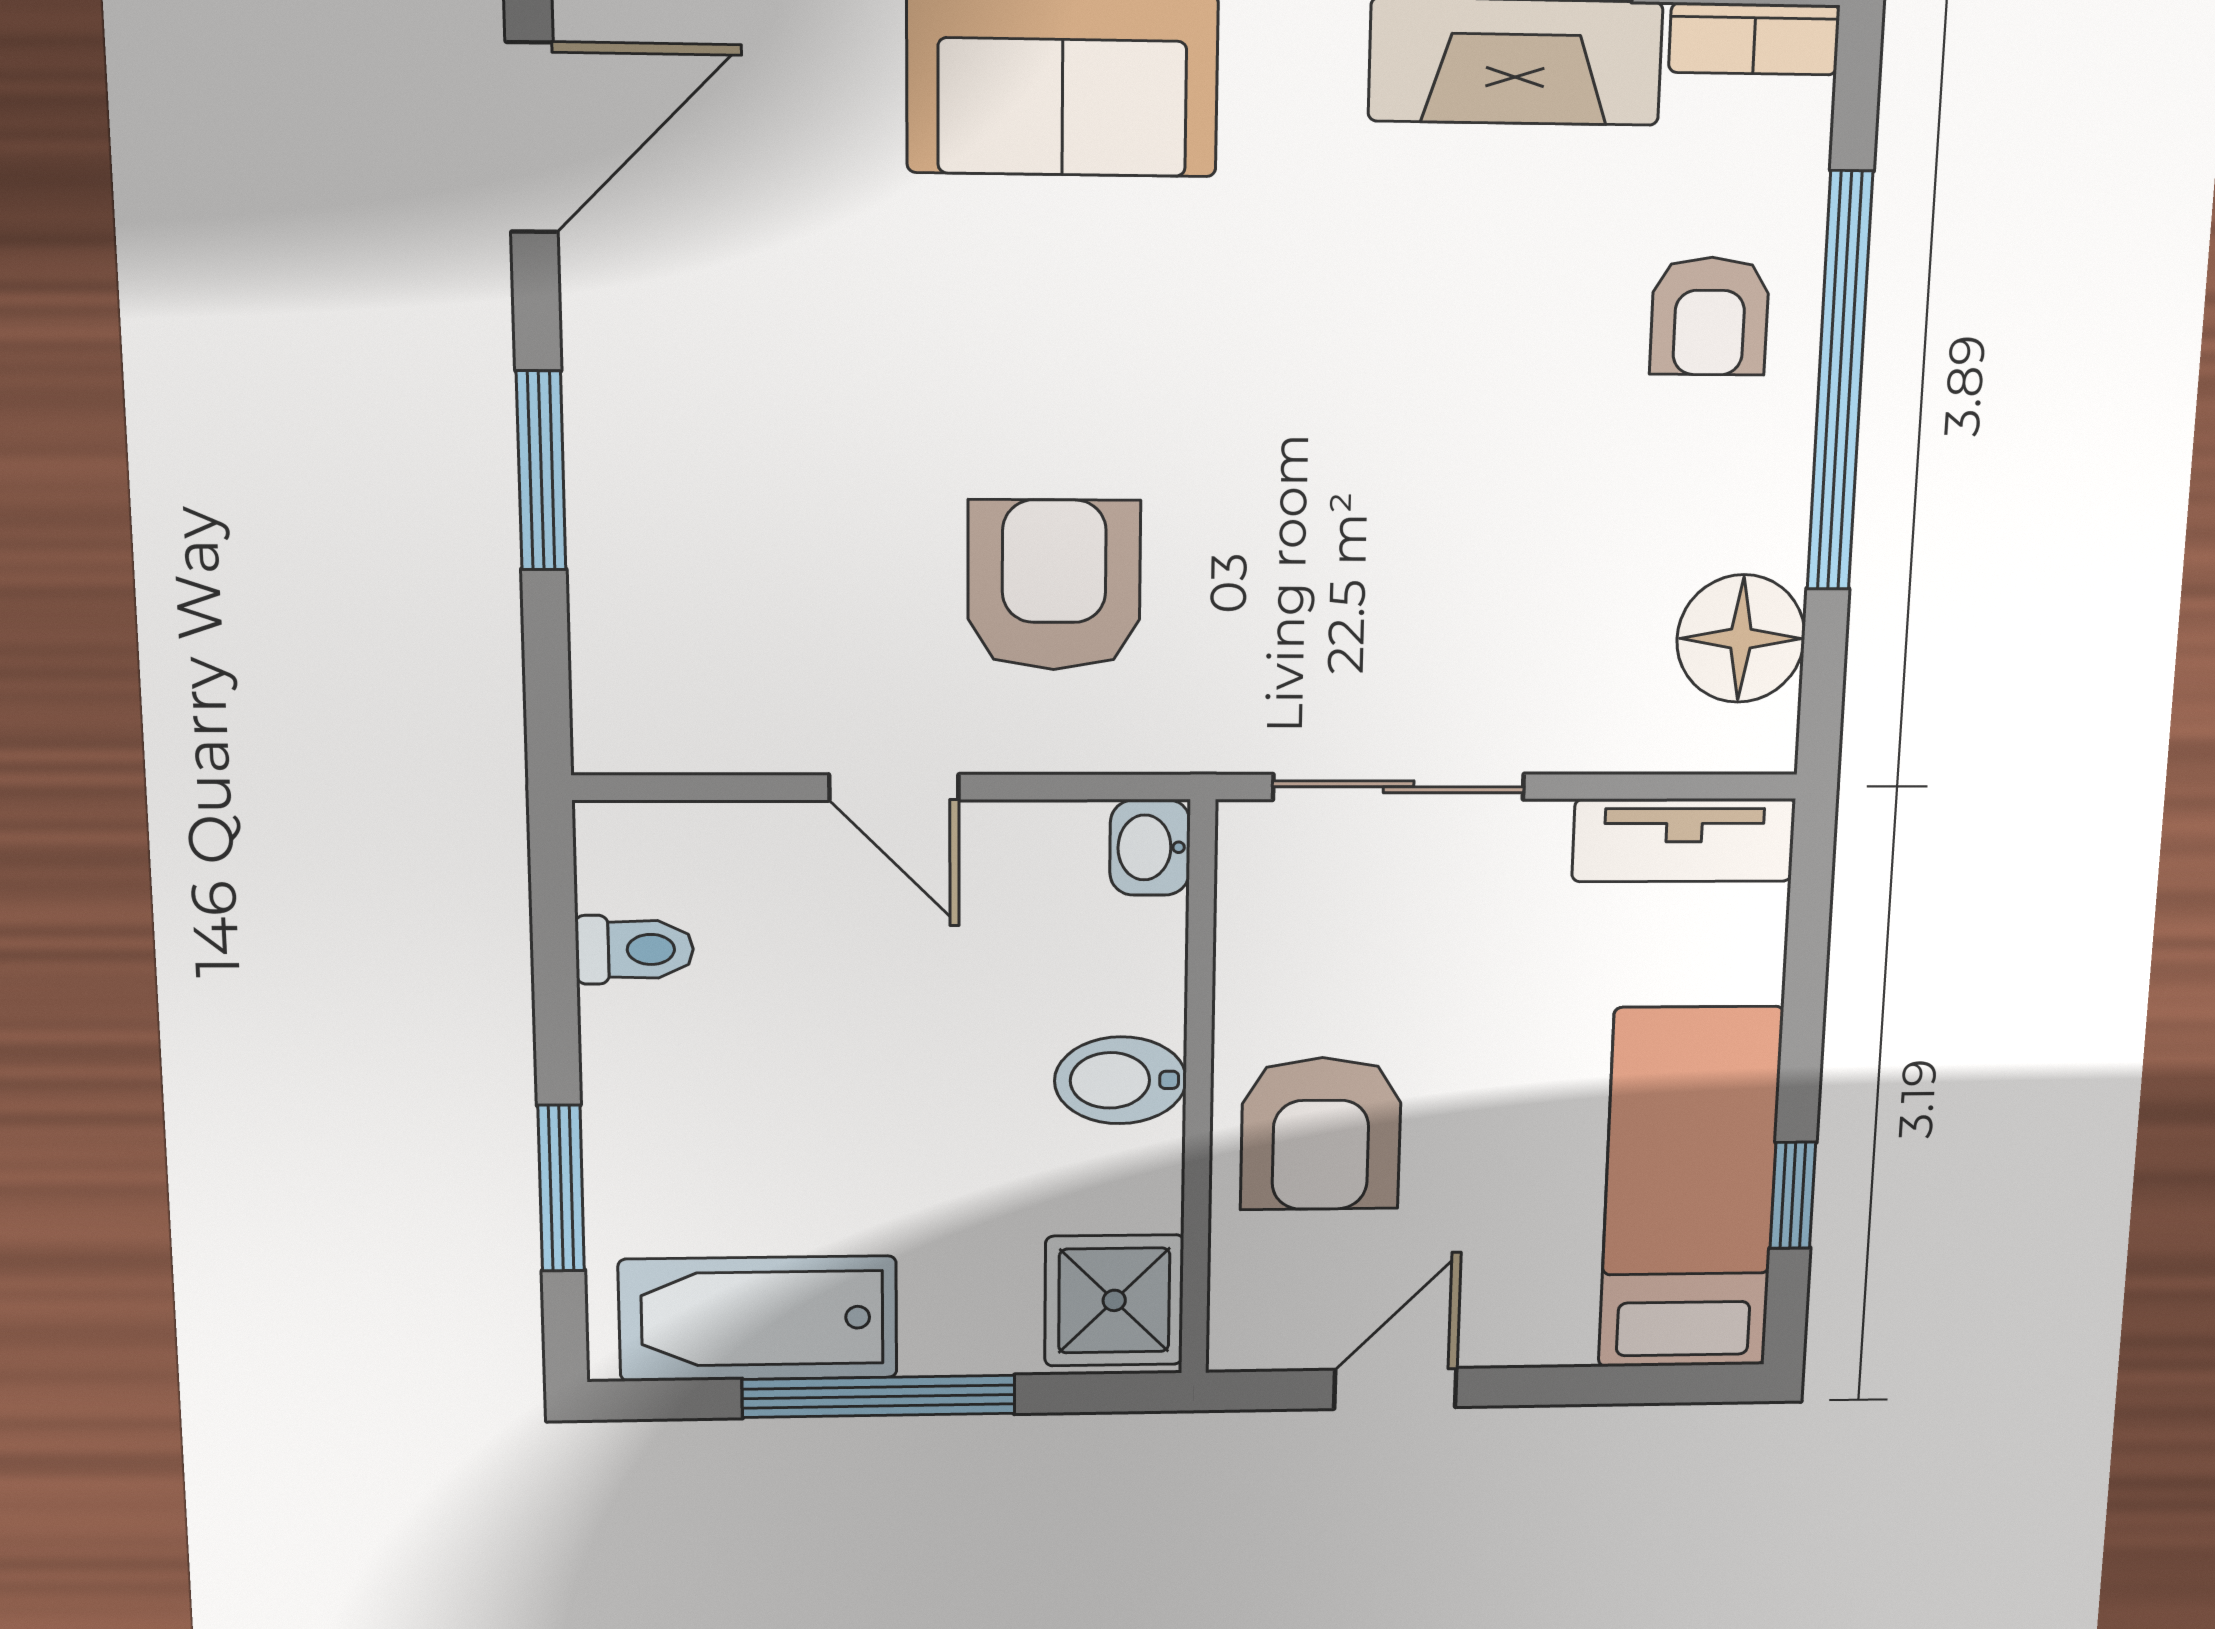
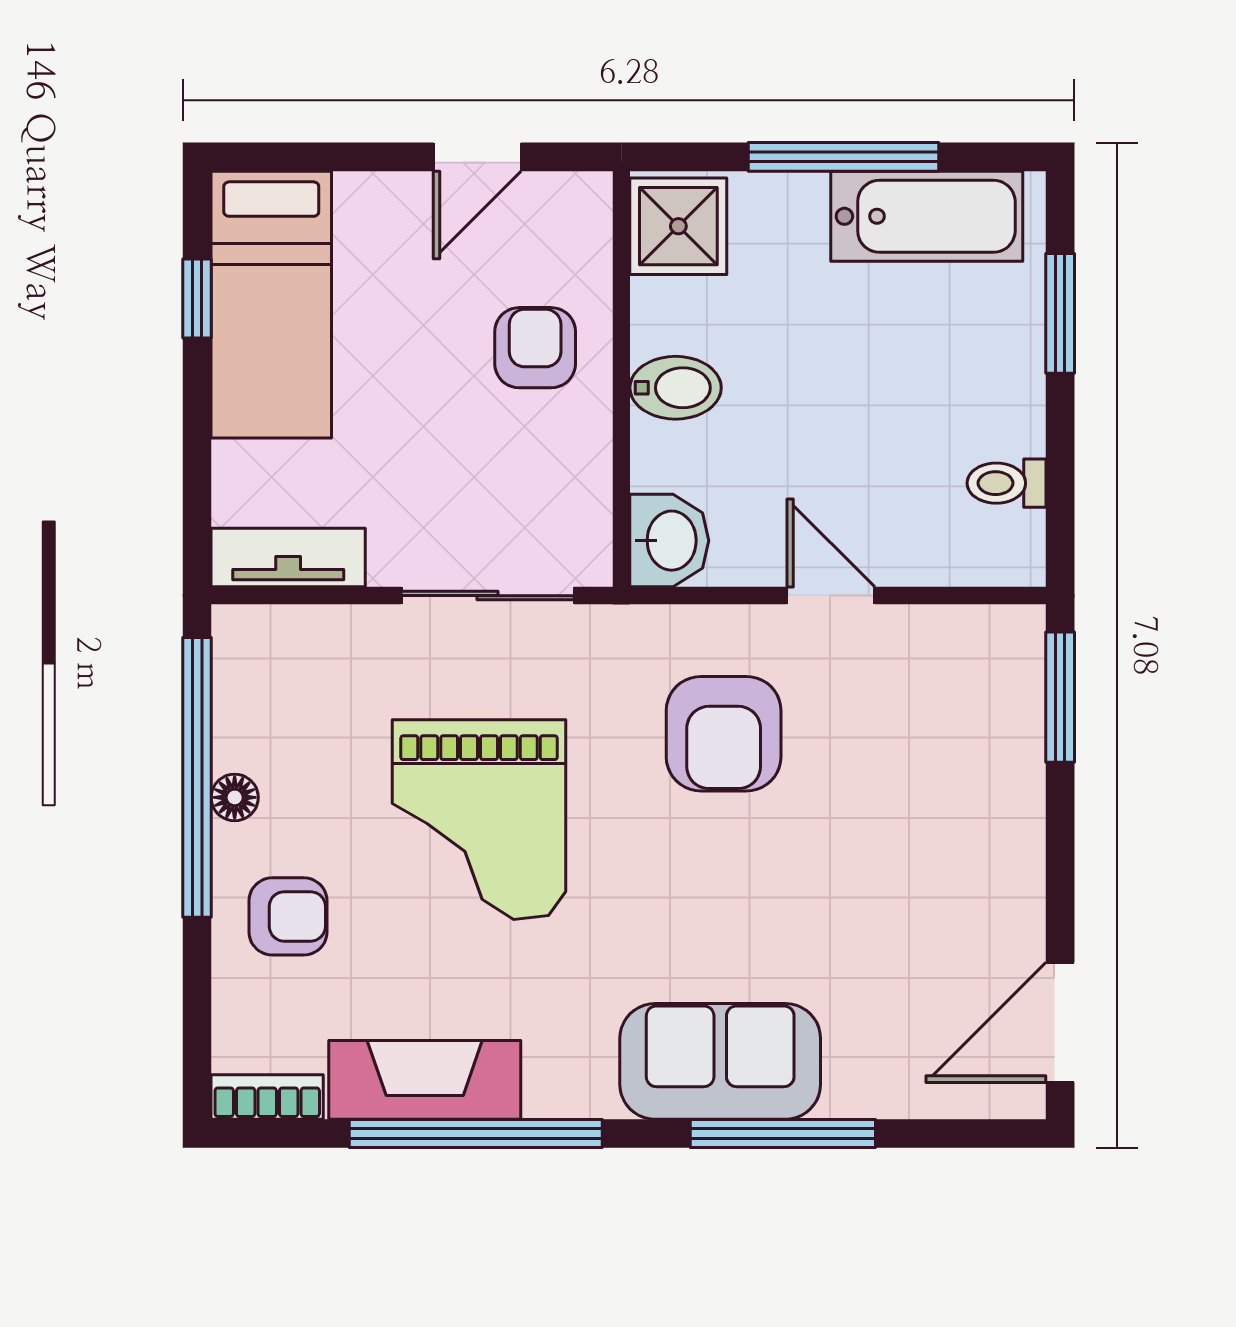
armchair: (1709, 316) -> (288, 916), turned 90
window: (1840, 383) -> (197, 777), moved
grand piano: (1421, 459) -> (479, 820), added
window: (541, 471) -> (1060, 697), moved
floor lamp: (1741, 639) -> (235, 797), moved, width x0.53, depth x0.53
washbasin: (1150, 847) -> (669, 541), width x1.38, depth x1.45
armchair: (1321, 1134) -> (535, 348), width x0.72, depth x0.72

